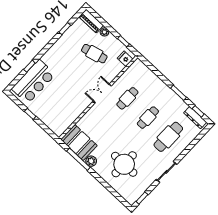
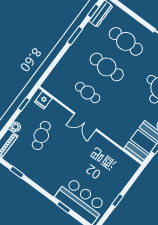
cafe table: (148, 118) -> (107, 67), width x1.37, depth x1.35

